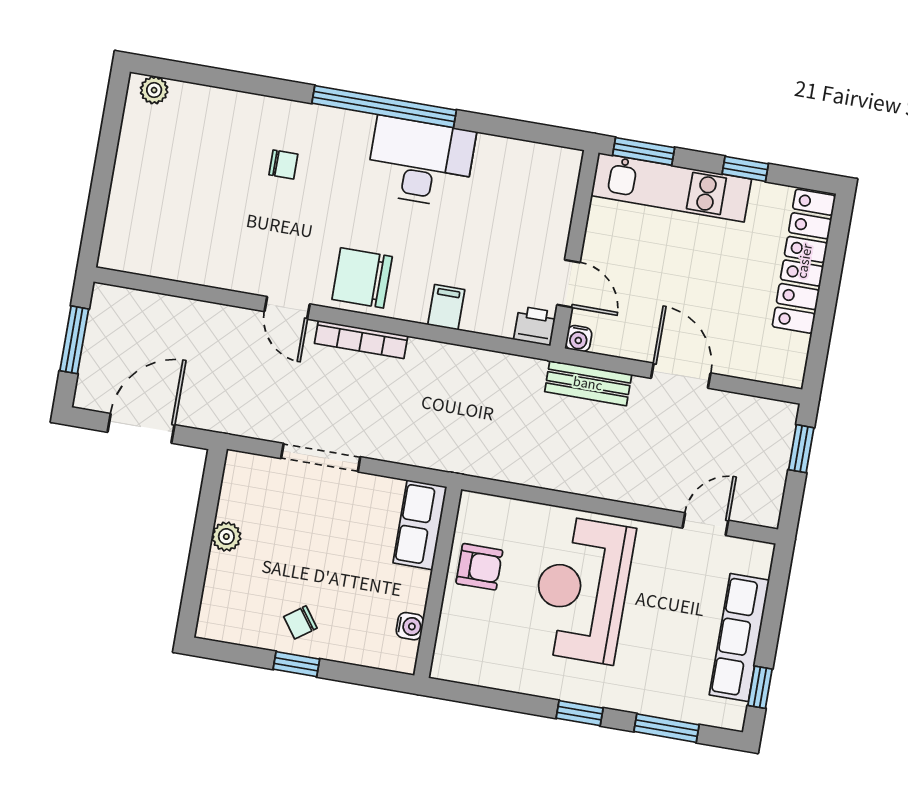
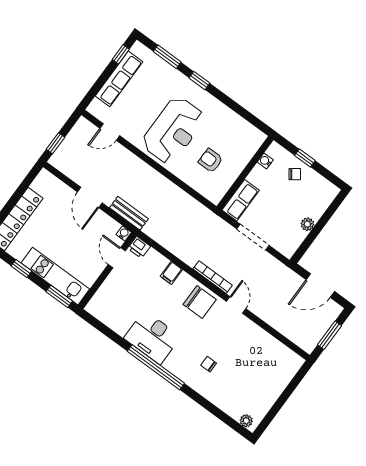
row of seats: (420, 525) -> (241, 200), moved
wall: (438, 582) -> (245, 173), moved
water cooler: (410, 626) -> (265, 161), moved

